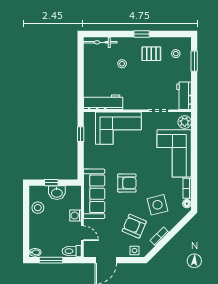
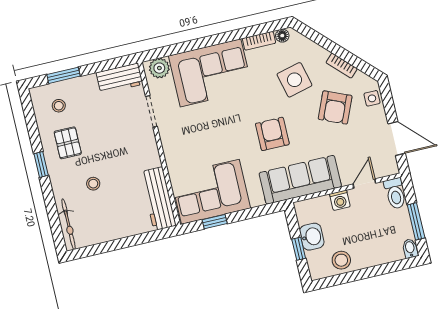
corner sofa: (118, 128) -> (210, 192), moved, turned -90

